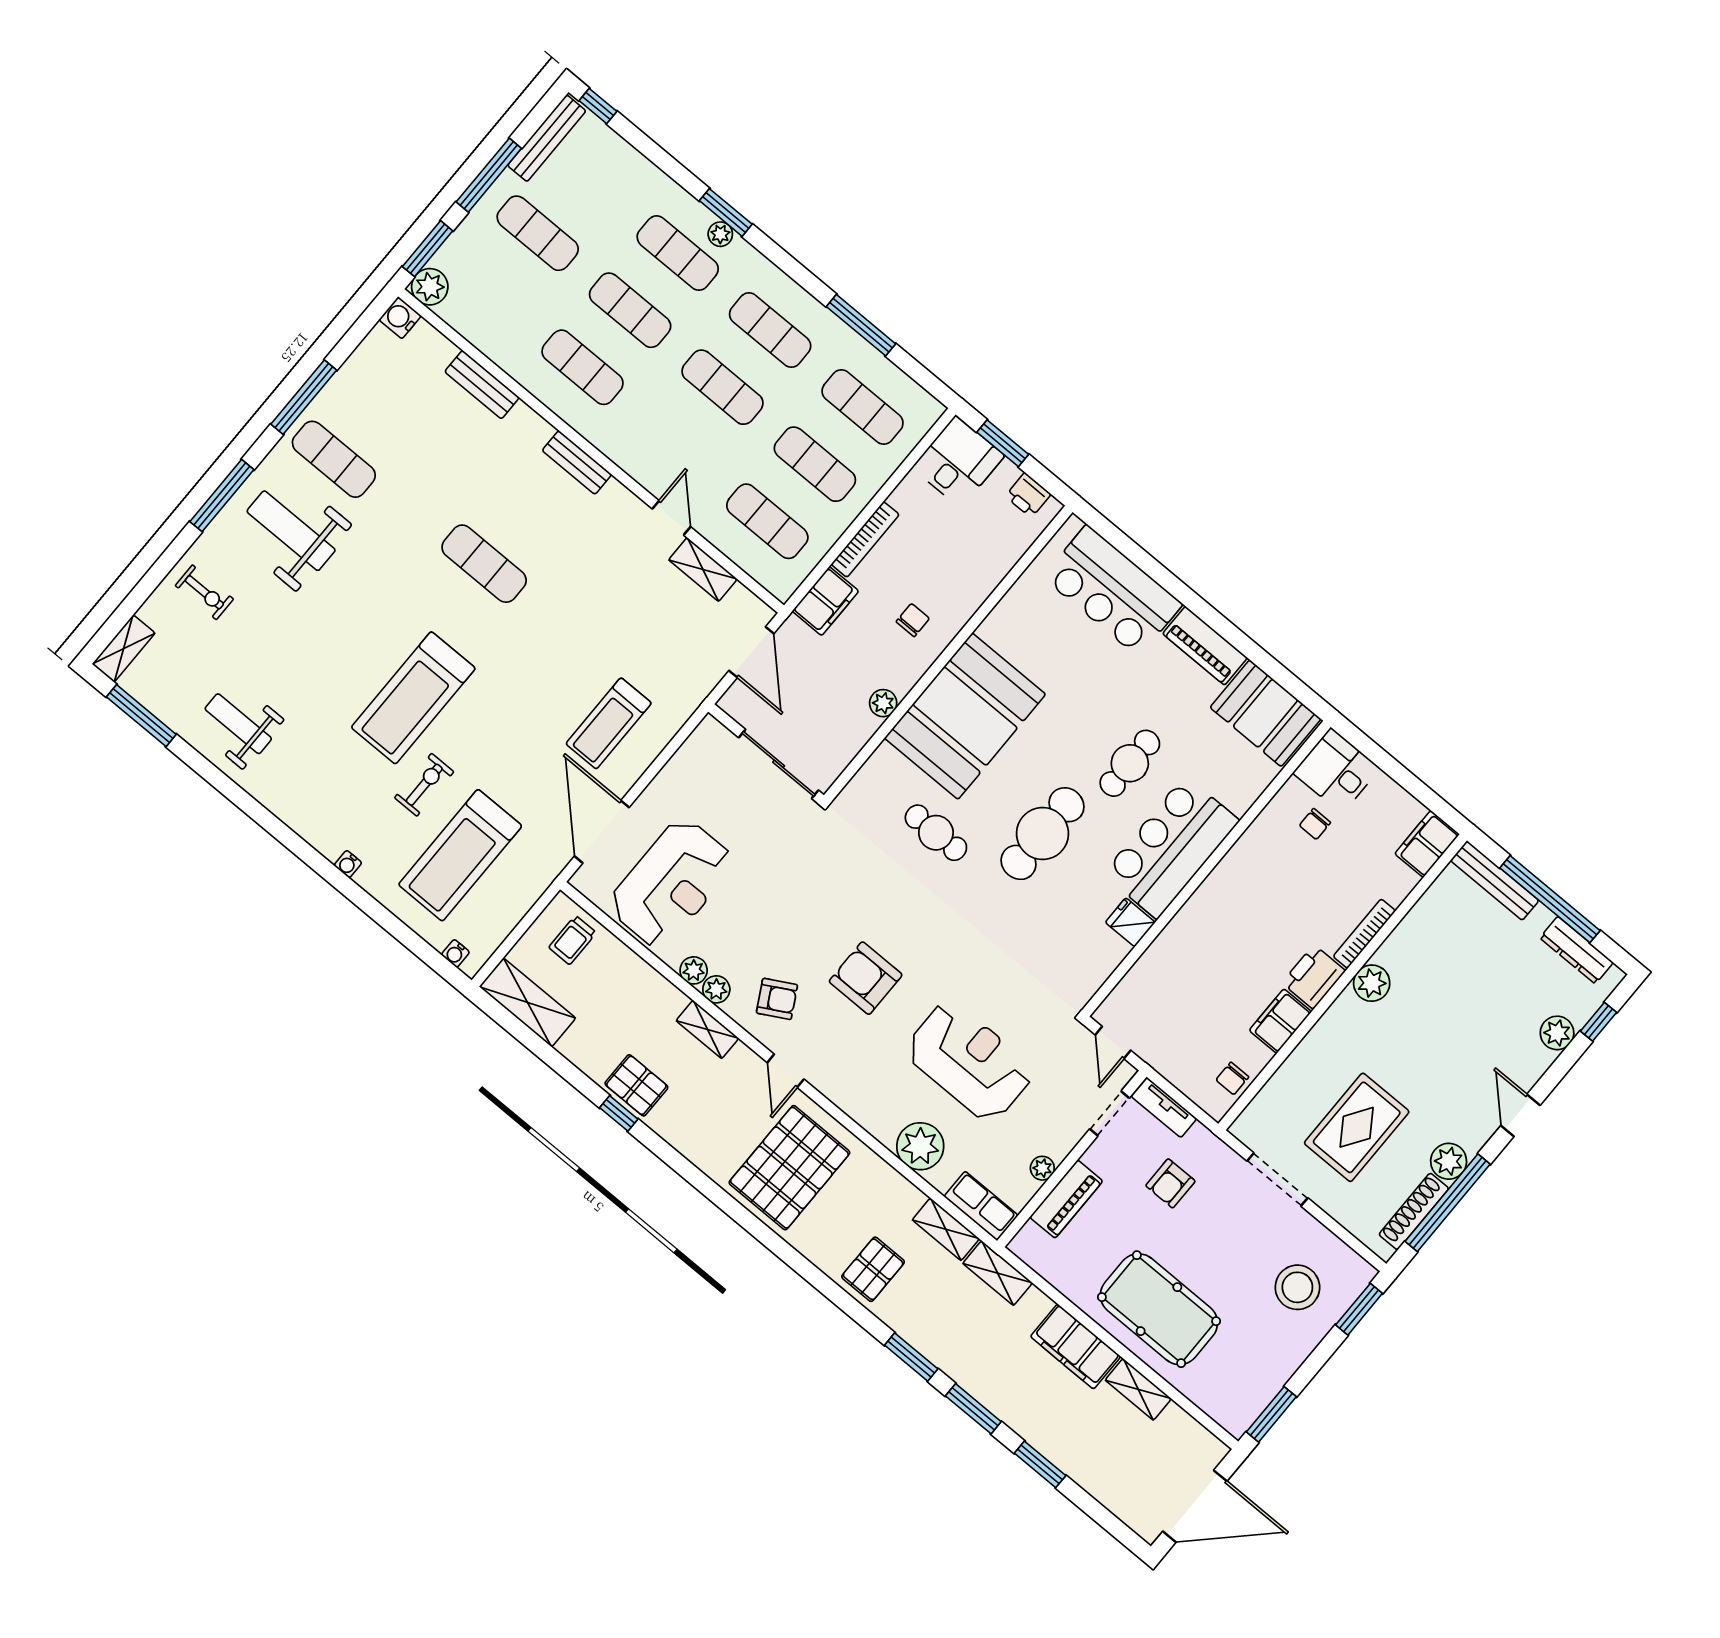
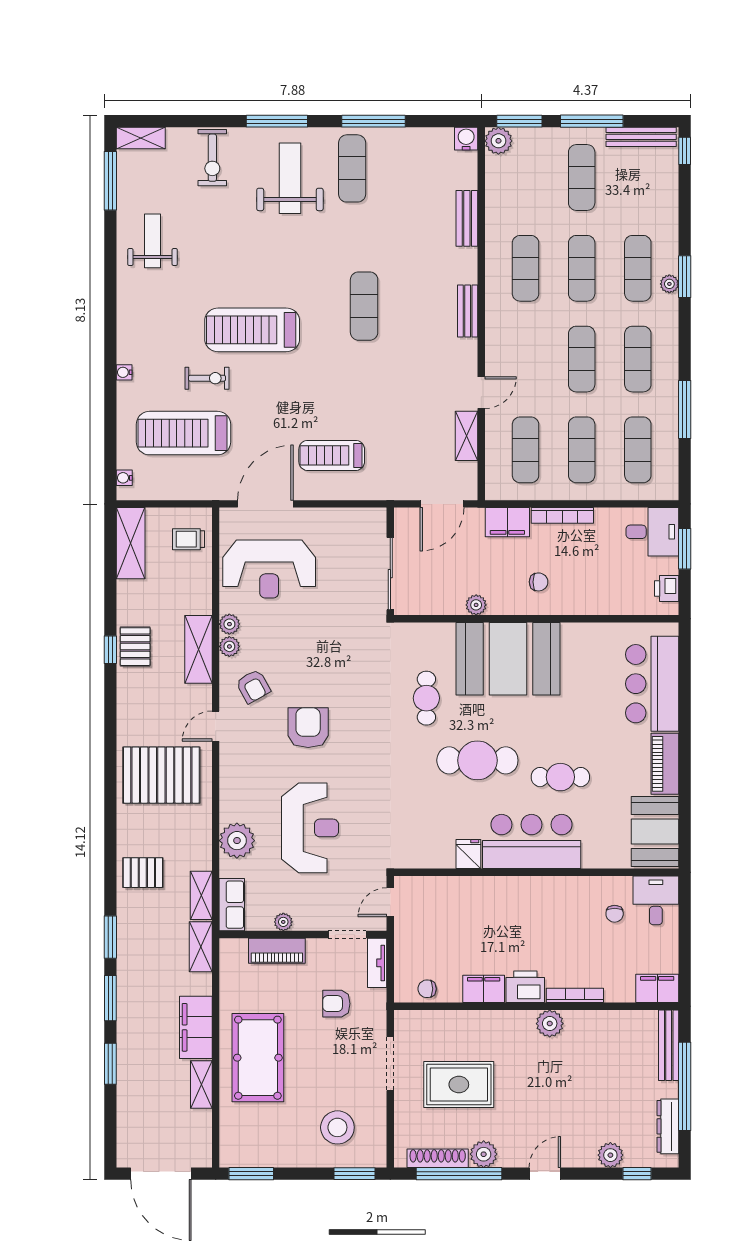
exercise bike: (204, 592) -> (212, 158), width x1.38, depth x1.39
chair: (1315, 824) -> (615, 914), turned -90
shelving: (707, 1029) -> (198, 649), width x1.50, depth x1.33

